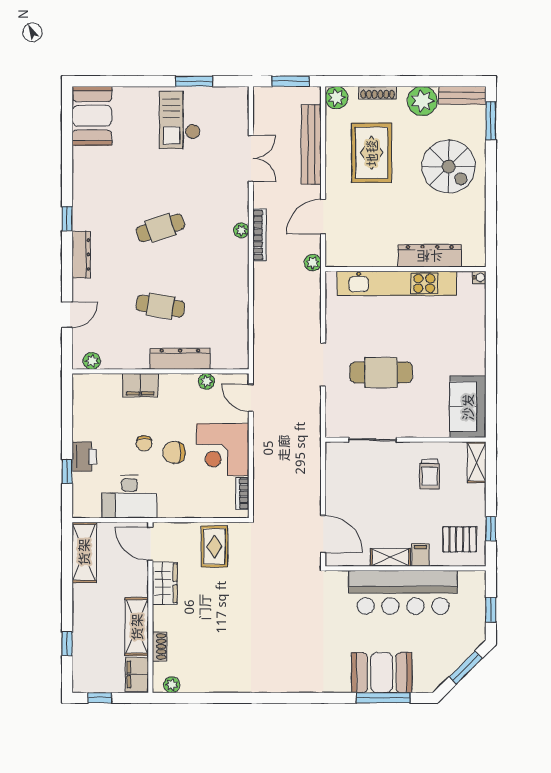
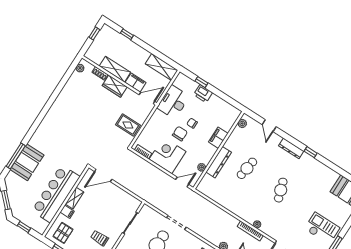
wardrobe: (165, 583) -> (115, 86), moved
filing cabinet: (137, 674) -> (136, 83), moved

